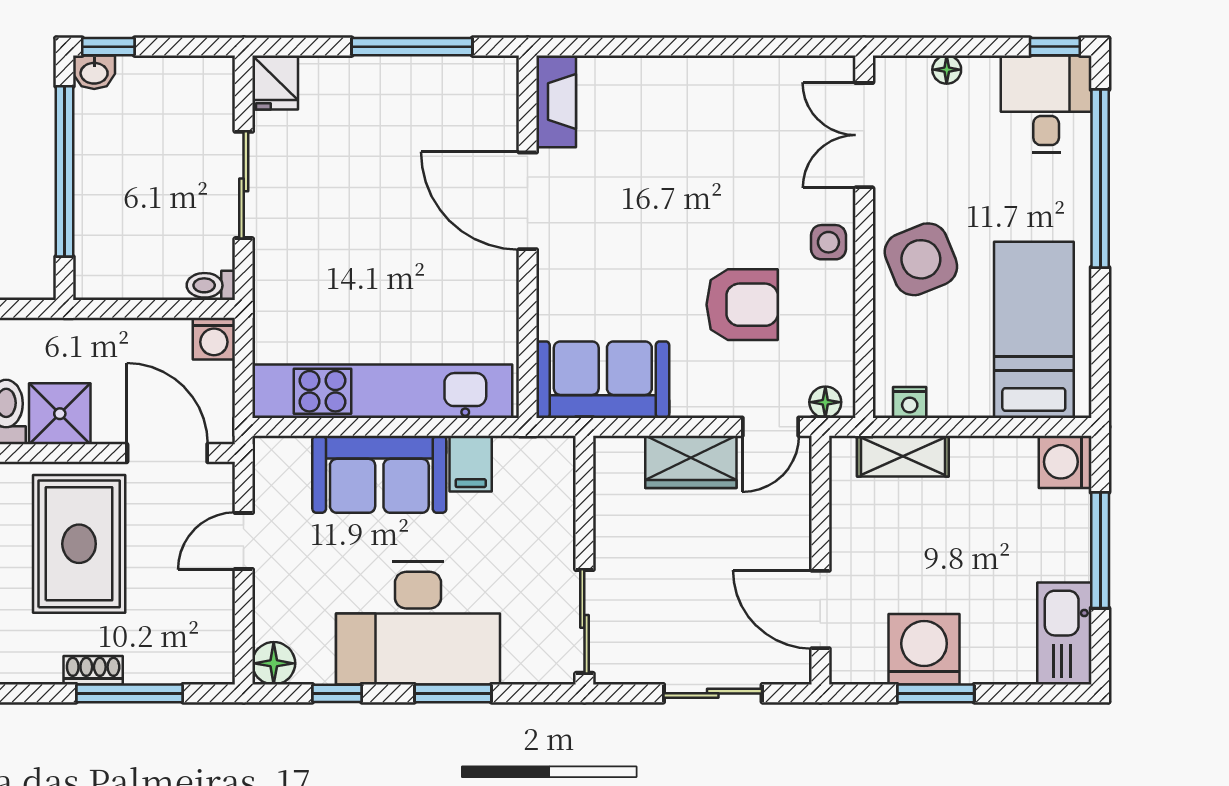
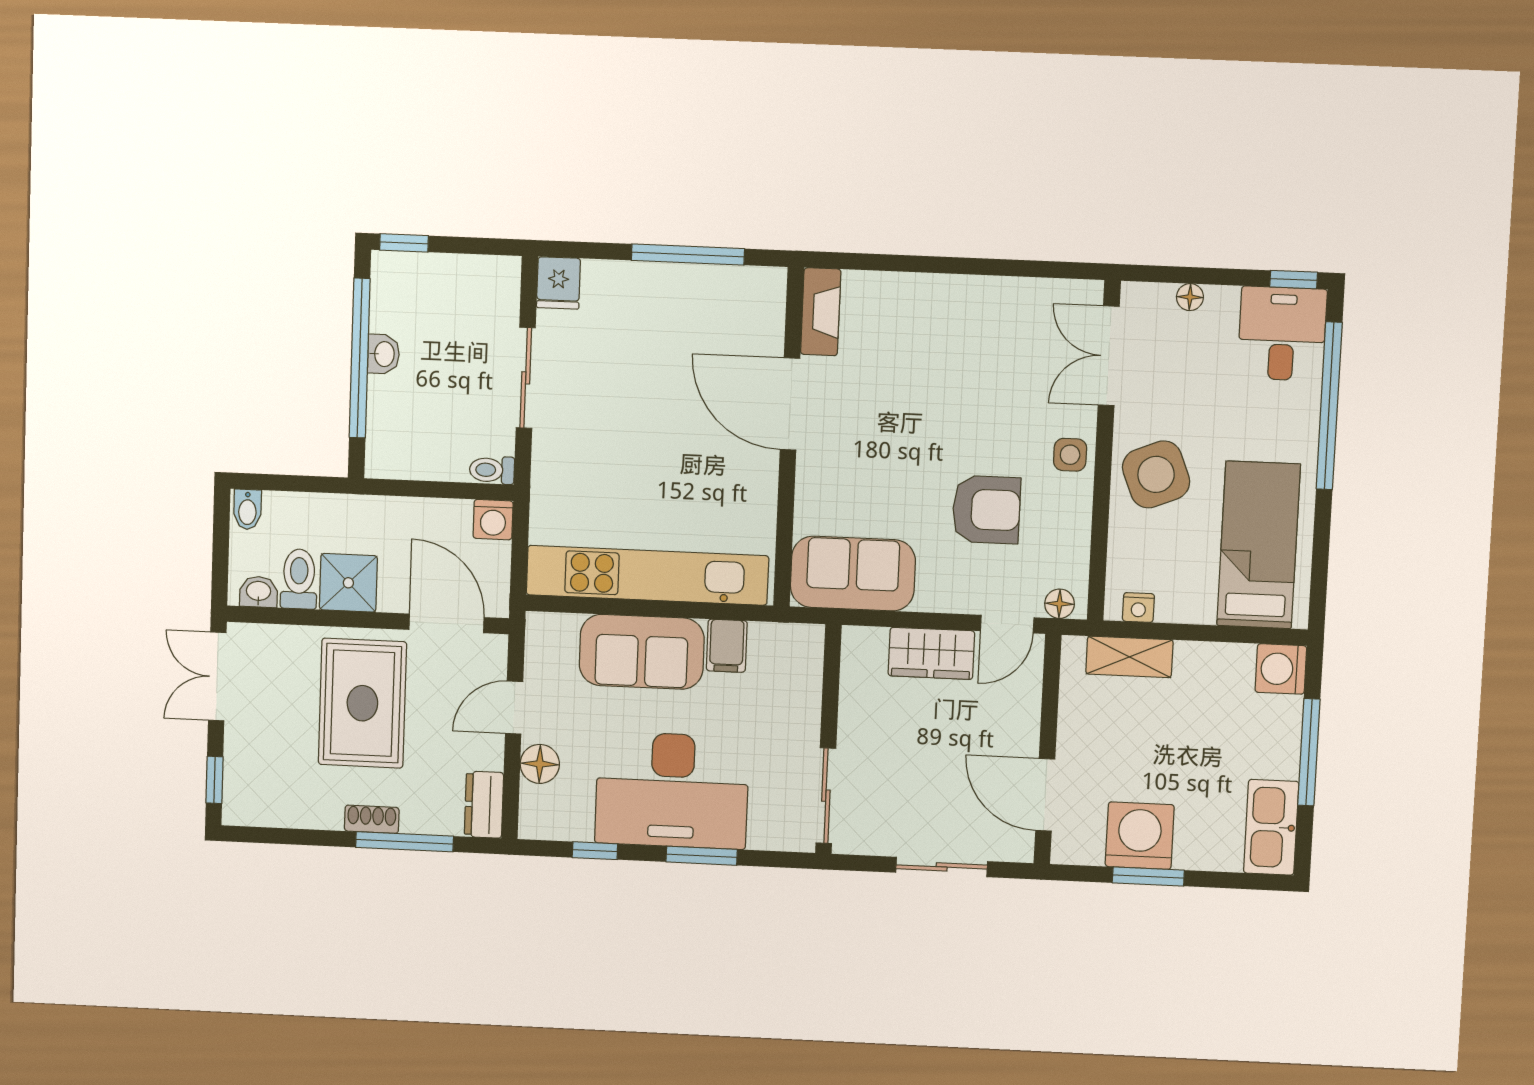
washbasin: (94, 72) -> (384, 354), moved, turned -90
dresser: (215, 649) -> (484, 805), added
floor lamp: (274, 663) -> (540, 764), moved

